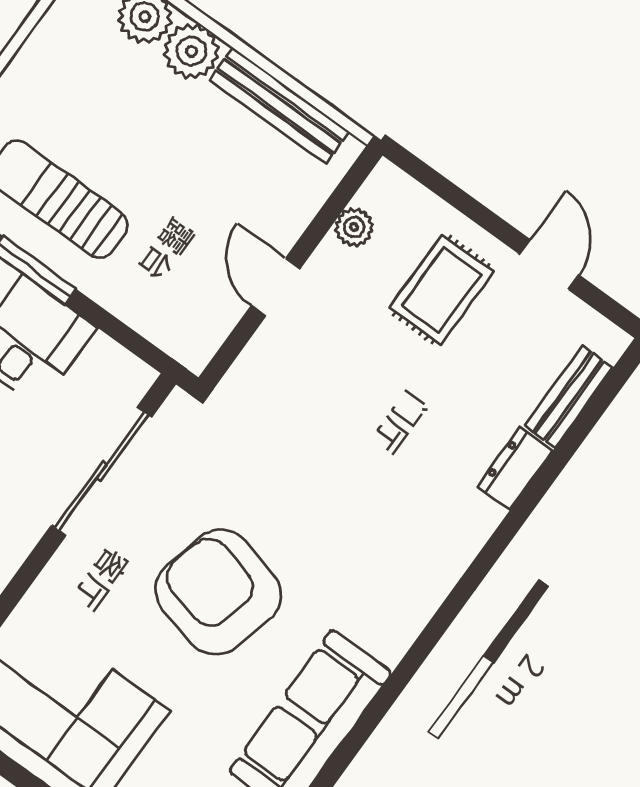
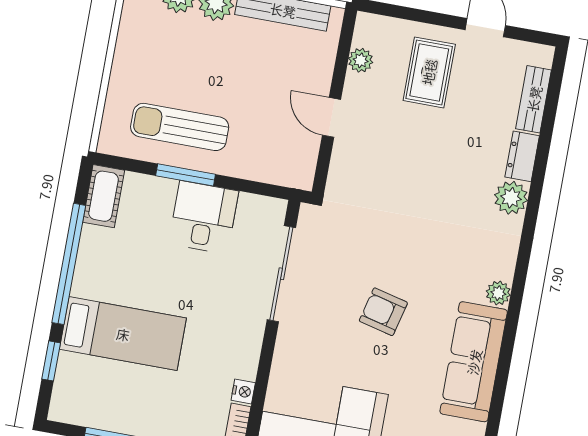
plant: (472, 519) -> (511, 198), added
armchair: (218, 592) -> (383, 312), width x0.53, depth x0.53
plant: (391, 643) -> (498, 293), added

